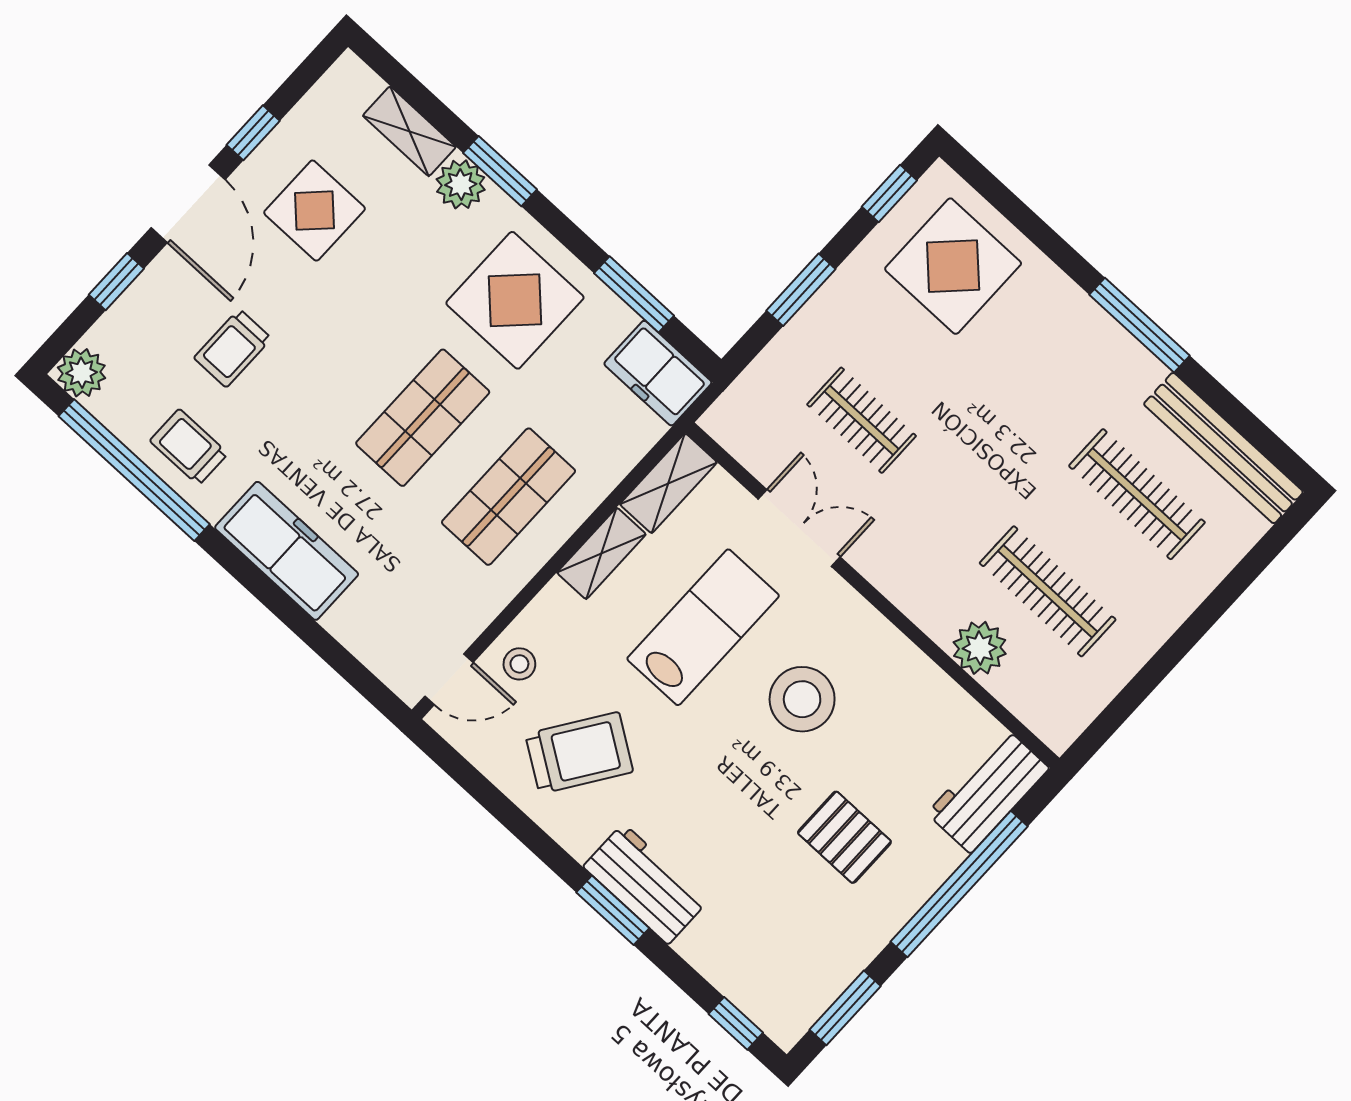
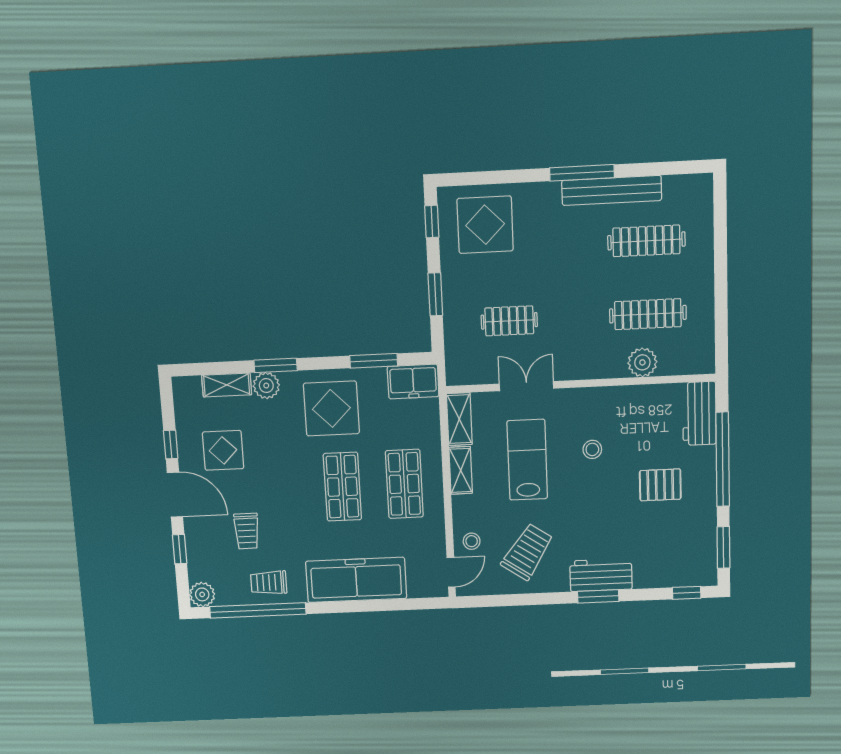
bench: (1223, 448) -> (612, 190), moved
freezer: (287, 551) -> (356, 580), width x1.36, depth x1.26
stool: (802, 699) -> (592, 449), width x0.53, depth x0.53

